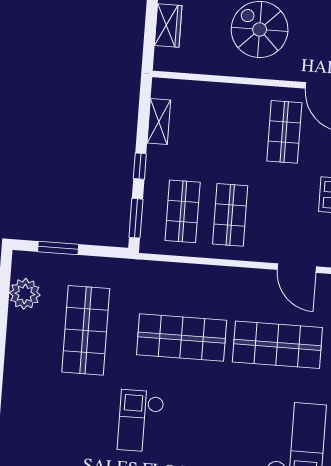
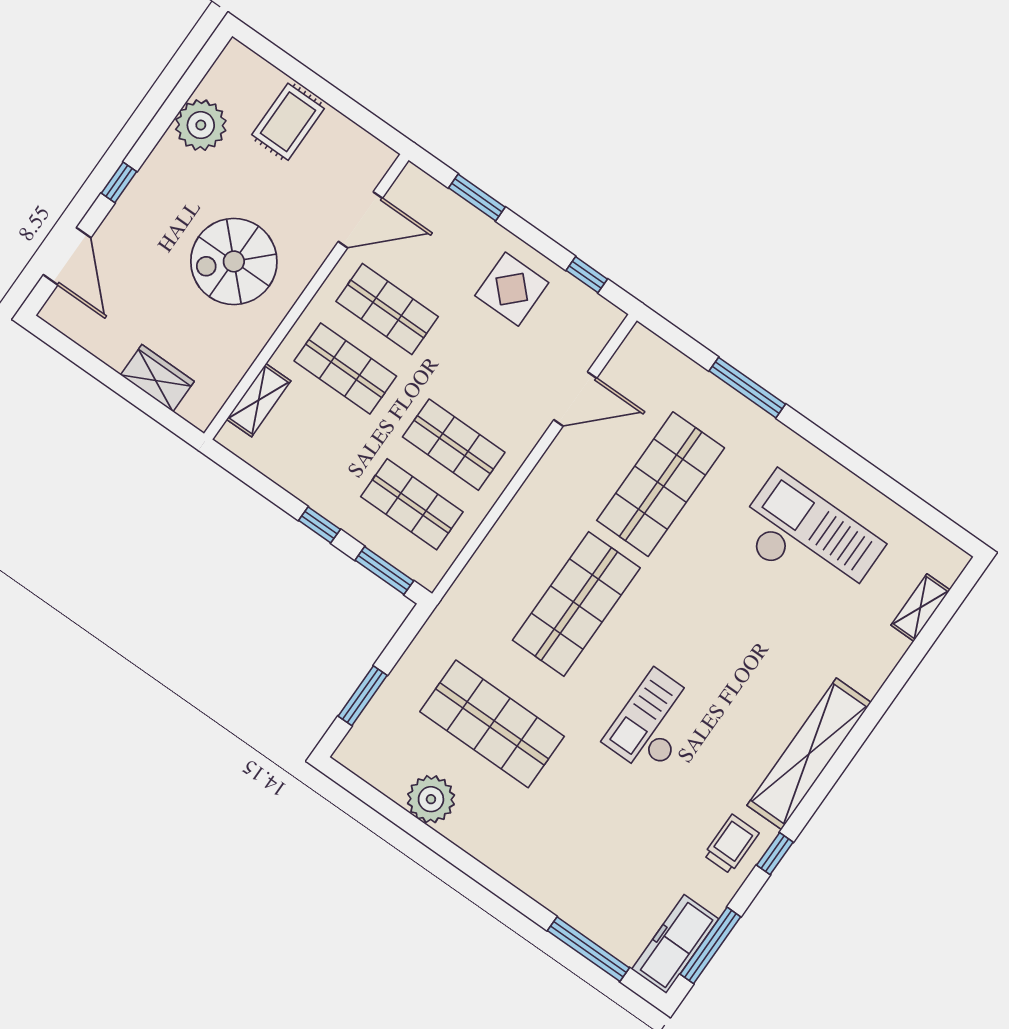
shelving: (159, 121) -> (259, 400), moved, turned 90
shop shelf: (237, 128) -> (345, 369), added
plant: (25, 294) -> (431, 799), moved
checkout: (141, 421) -> (654, 723), turned 90

